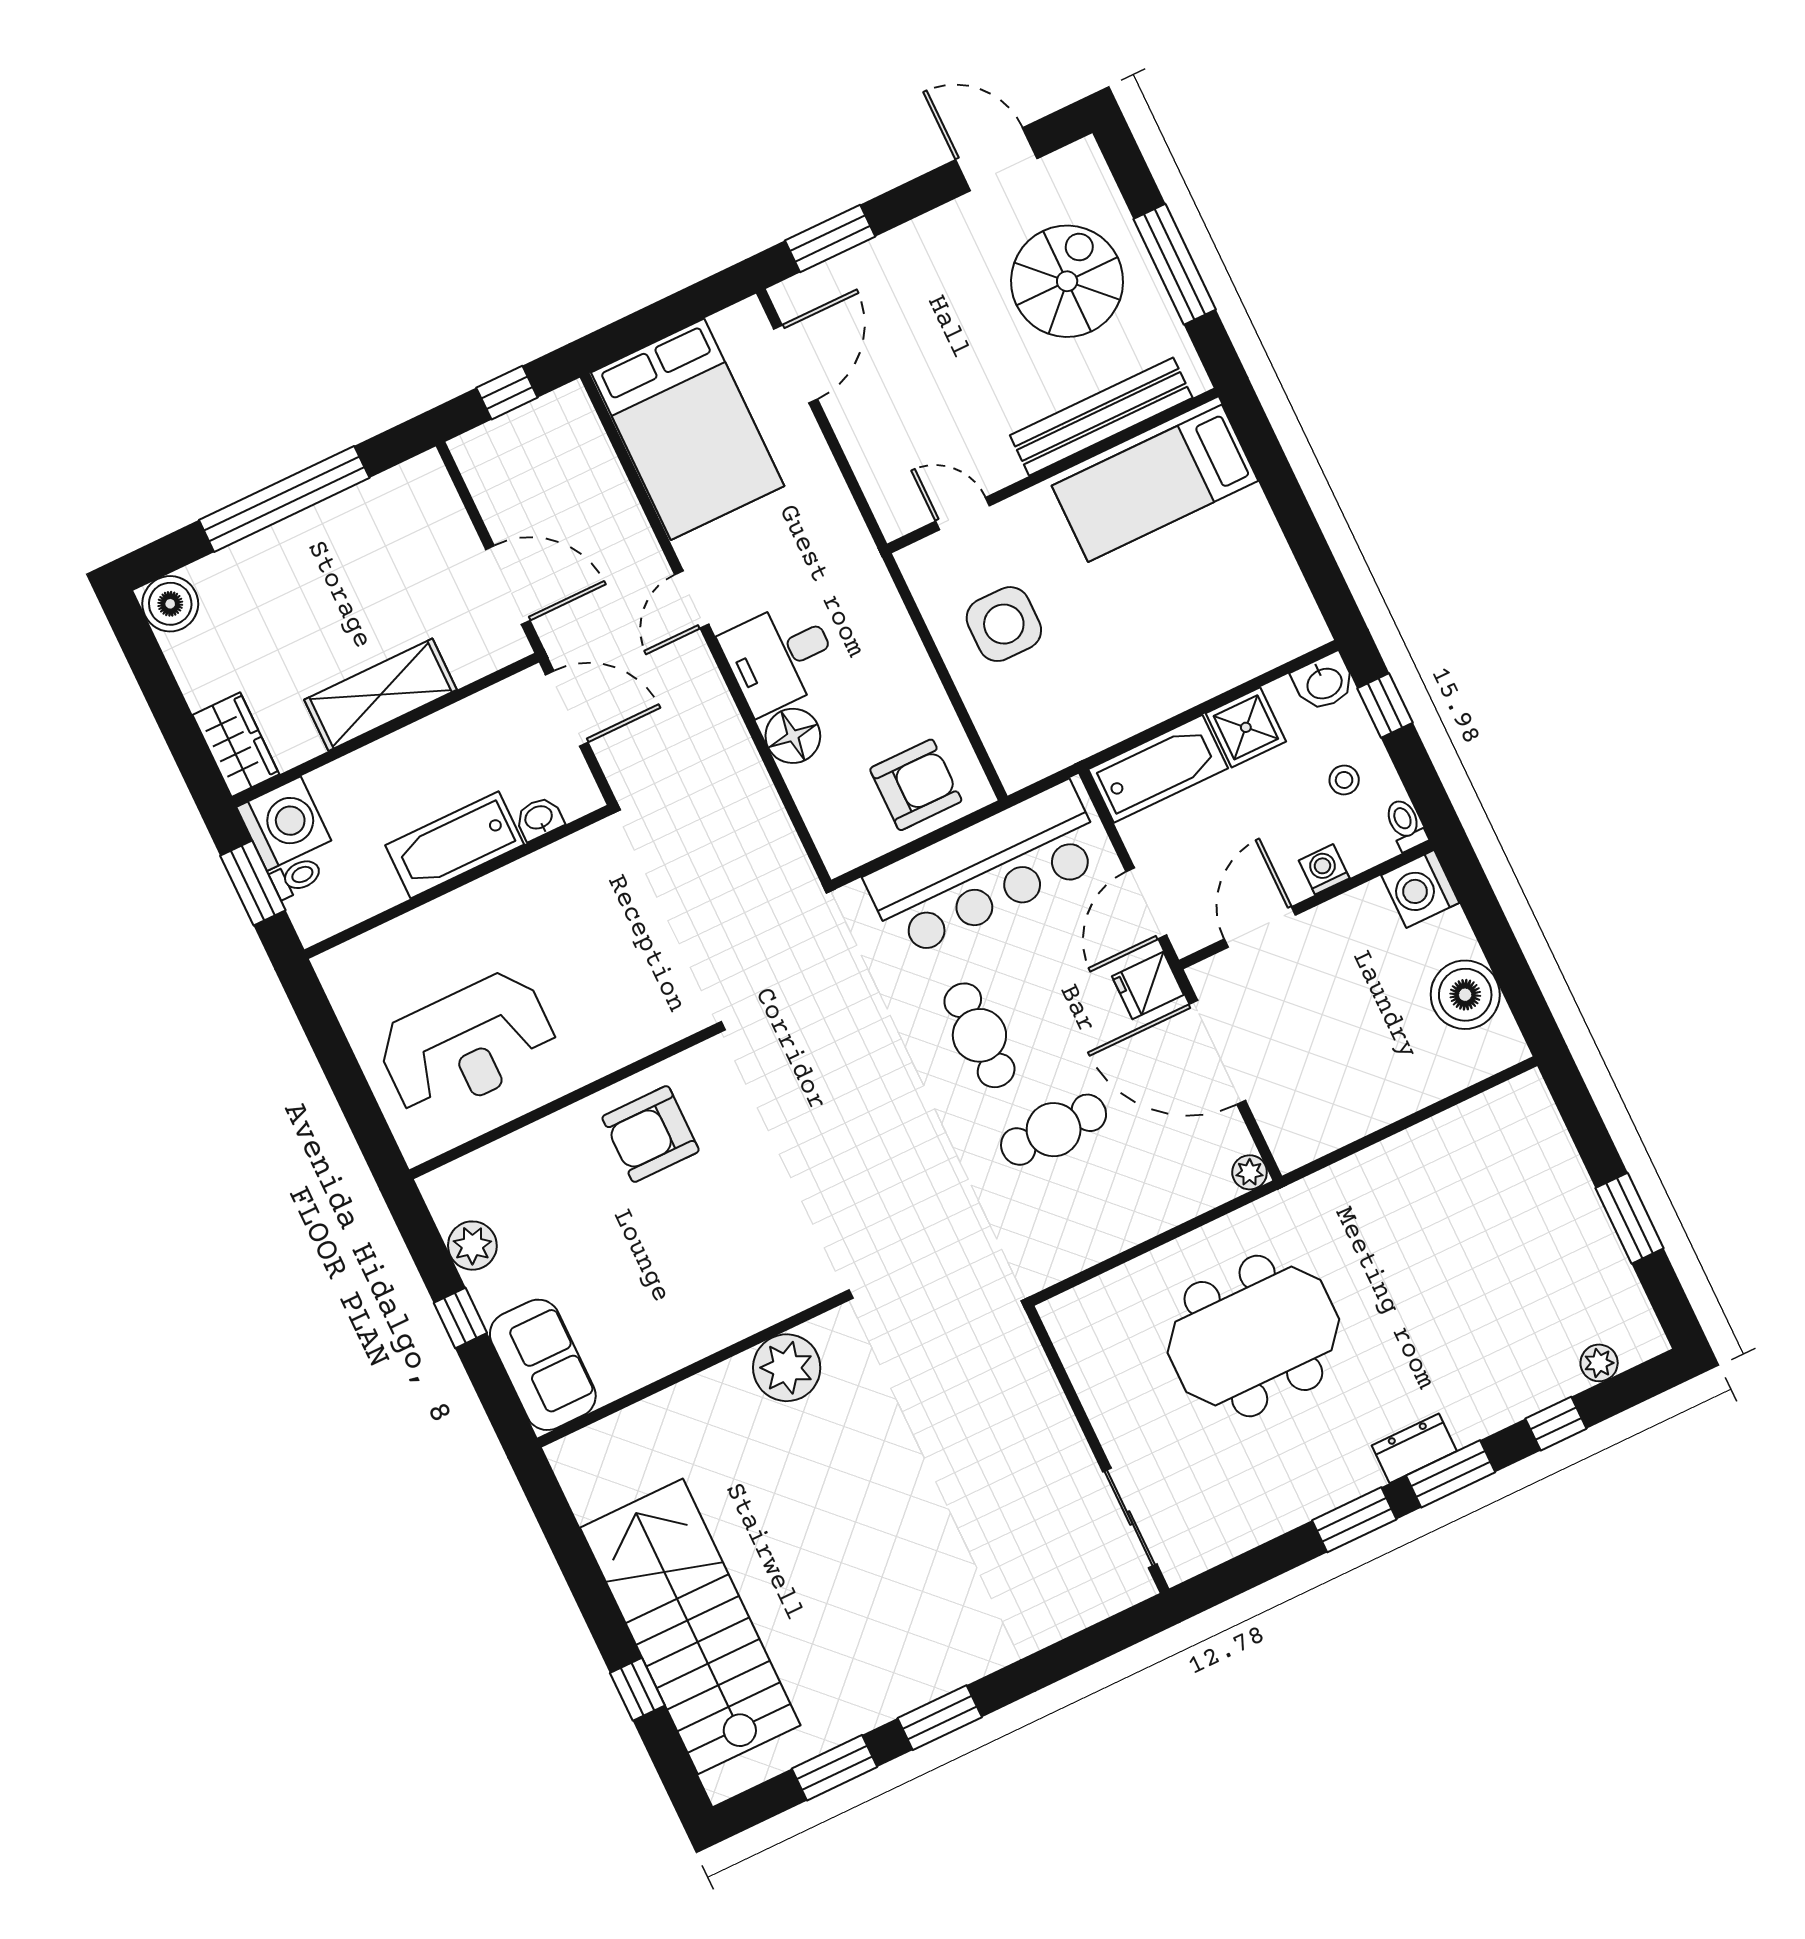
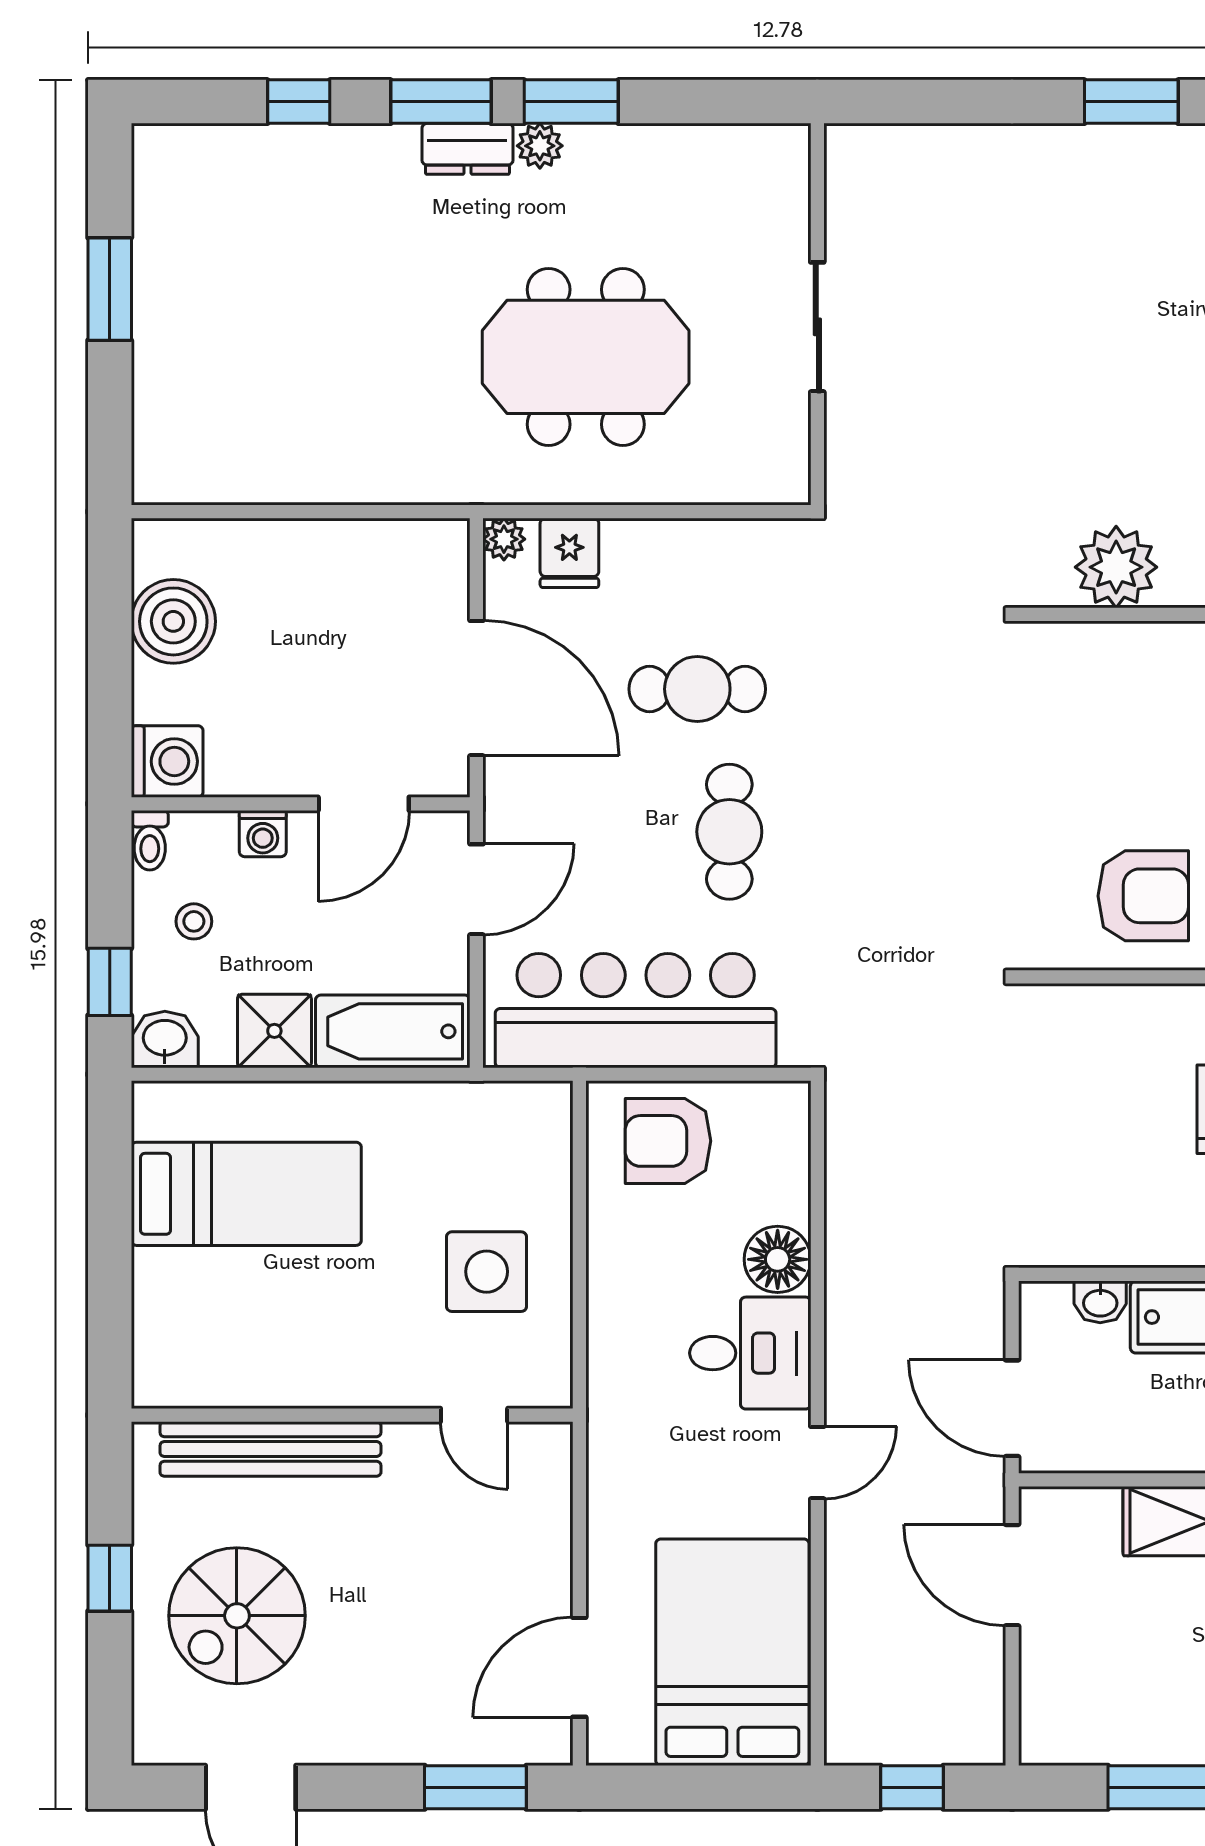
window: (1175, 264) -> (110, 1578), width x0.46
bed: (1155, 483) -> (246, 1194), moved
fridge: (1148, 985) -> (569, 553), moved, turned 90
plant: (1599, 1363) -> (540, 146), moved
sliding door: (1130, 1518) -> (817, 327), moved

